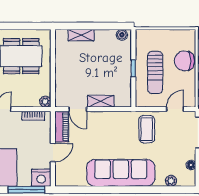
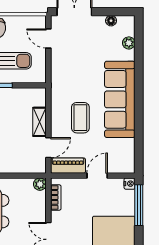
coffee table: (147, 129) -> (80, 118), moved, turned 90
door: (53, 152) -> (97, 176), hinge flipped
nightstand: (41, 178) -> (130, 184), width x0.53, depth x0.56

